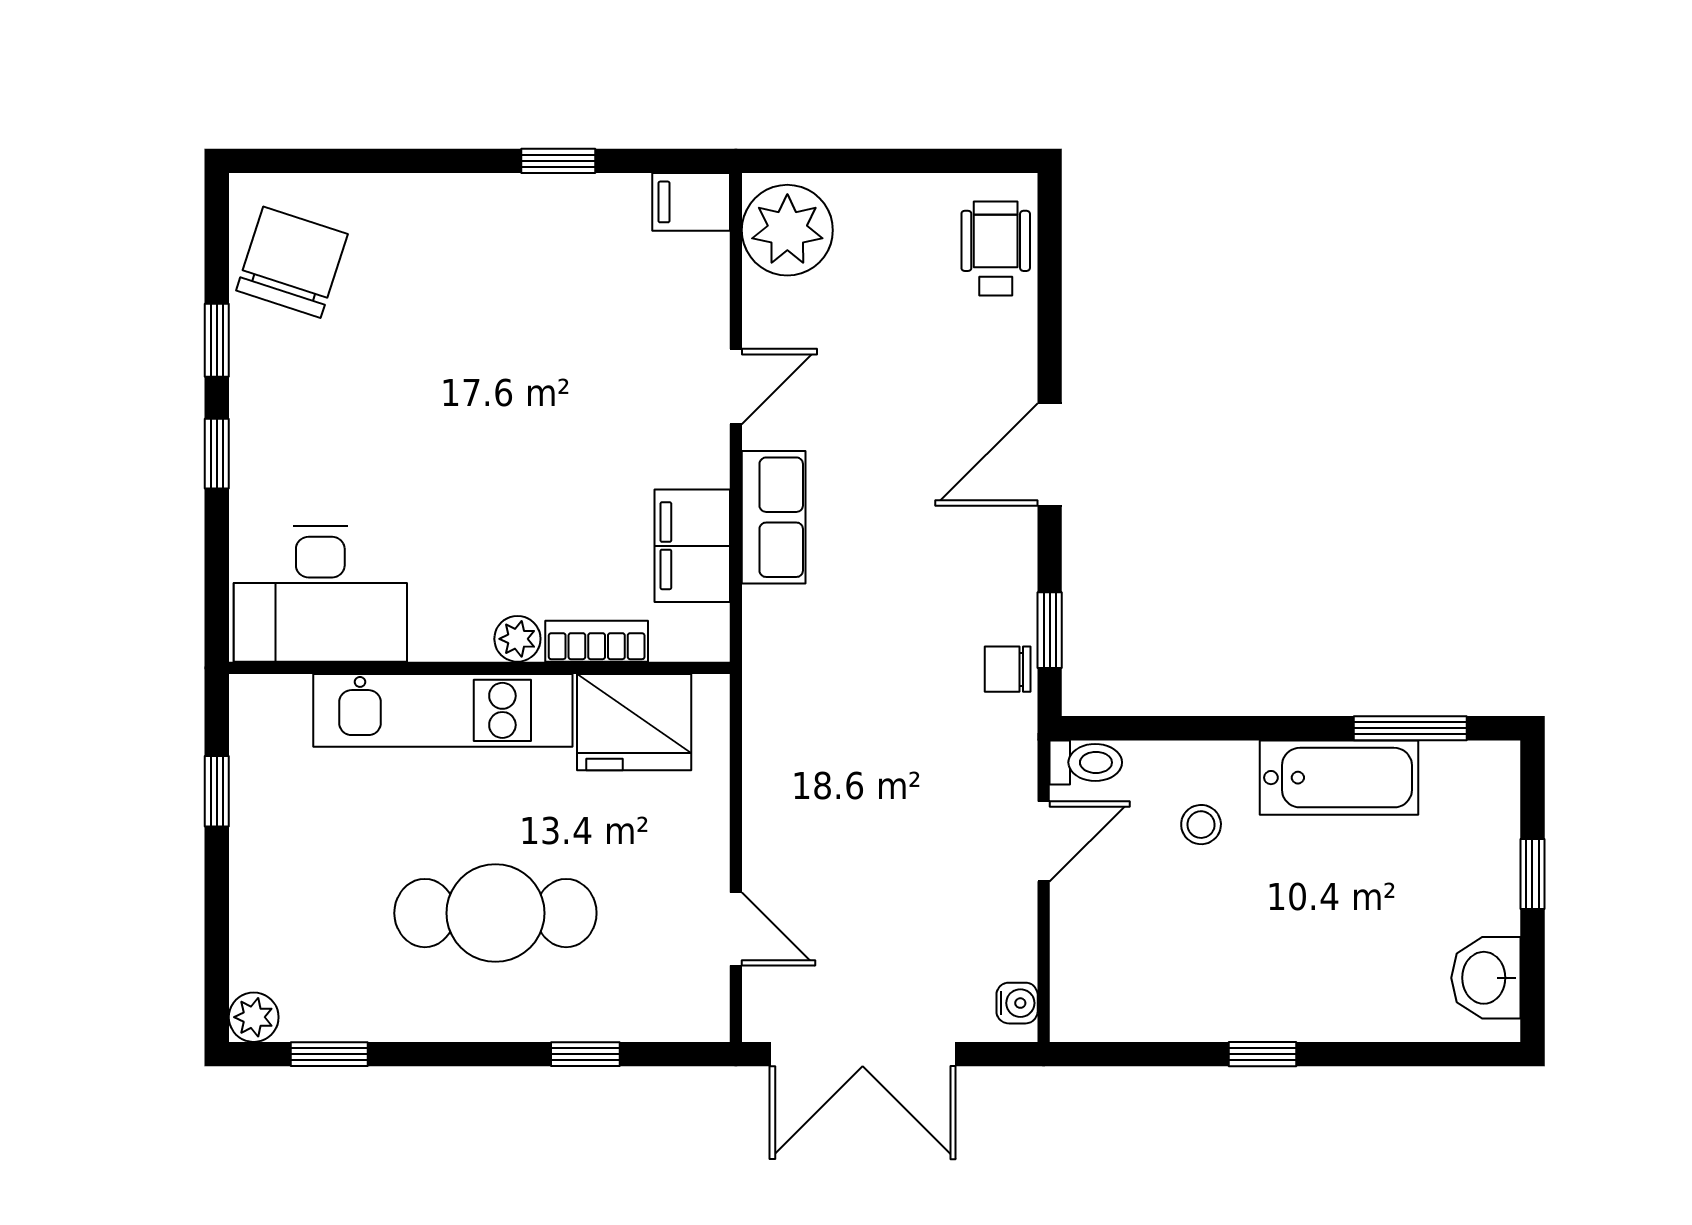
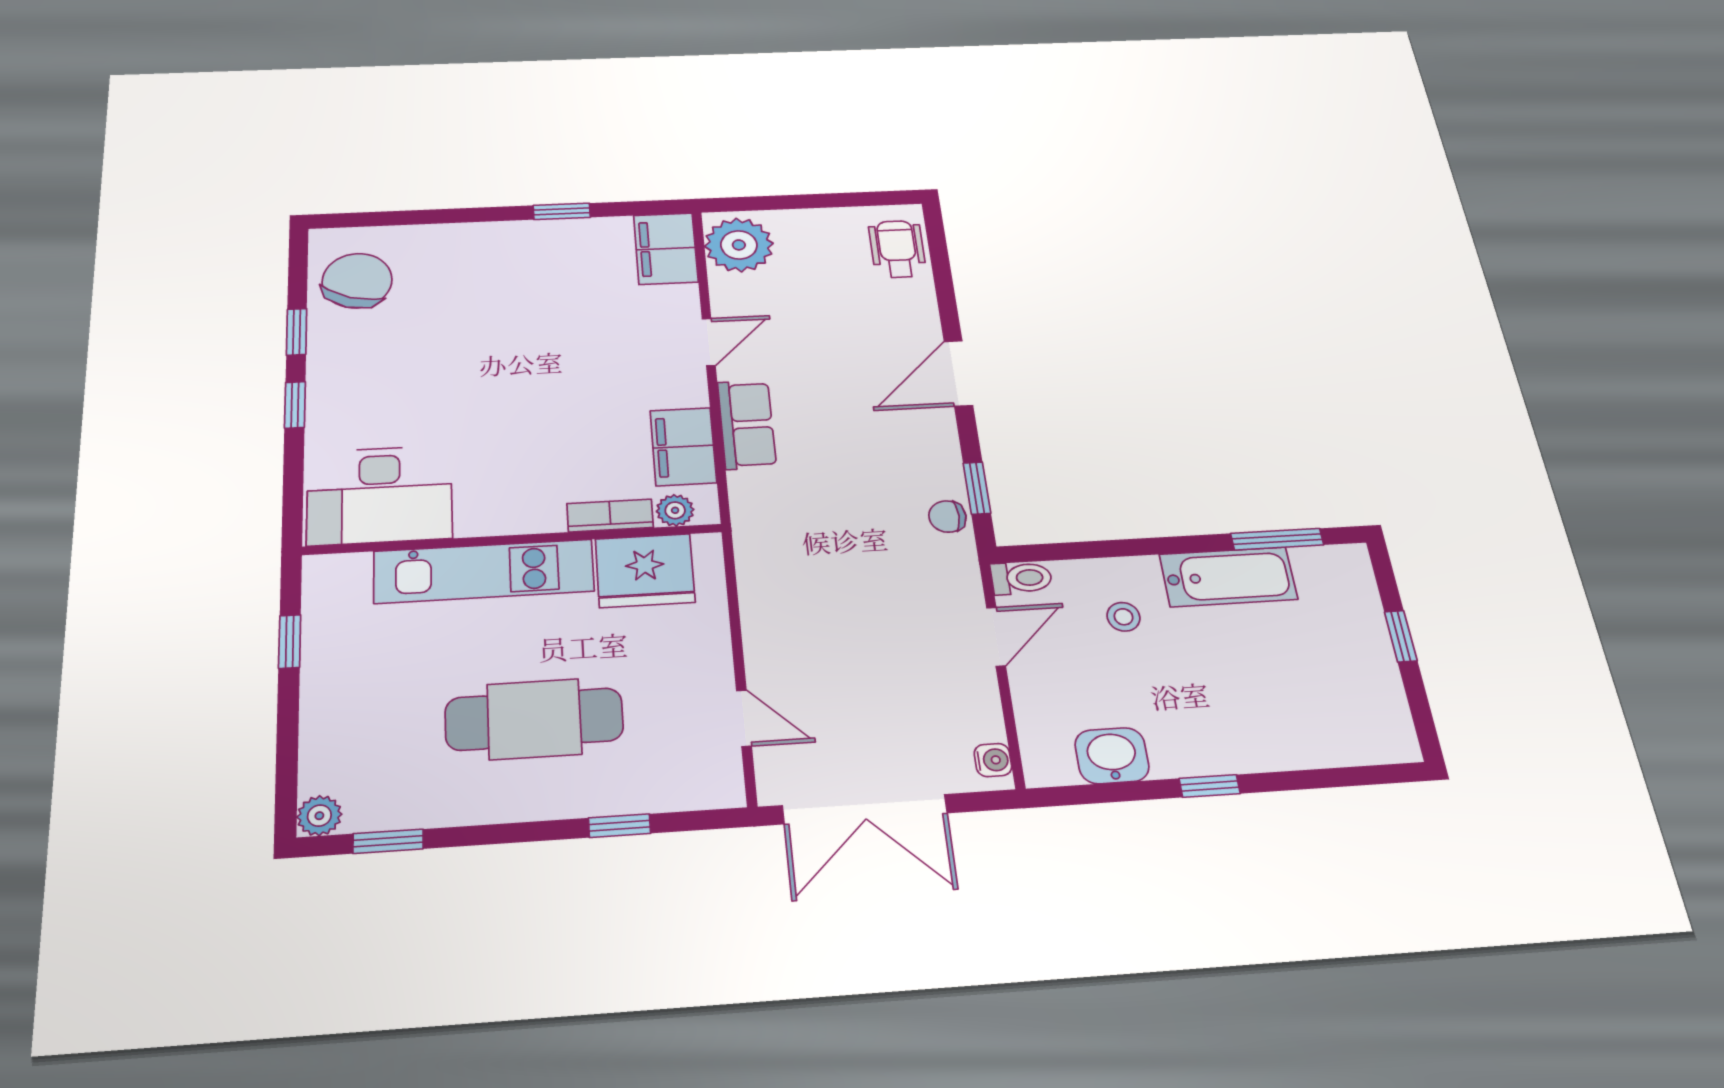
filing cabinet: (691, 202) -> (666, 249), width x2.00
plant: (517, 639) -> (675, 510), moved
washbasin: (1486, 978) -> (1112, 756), moved, turned 90

